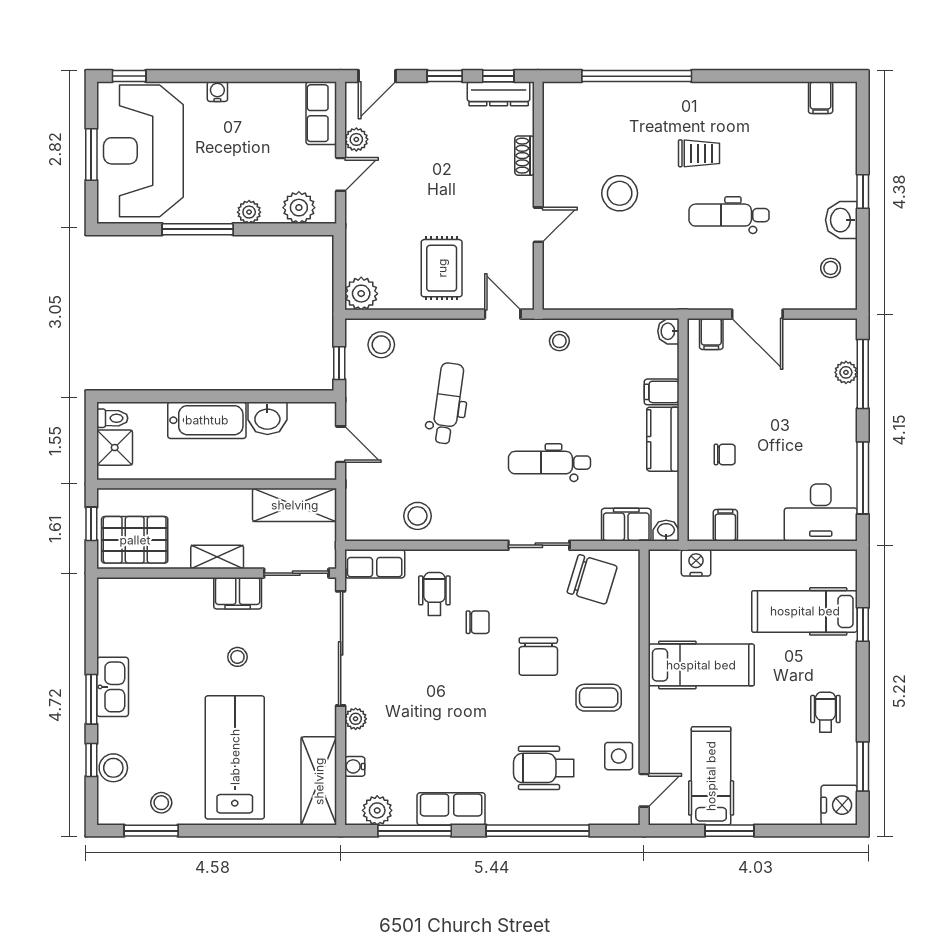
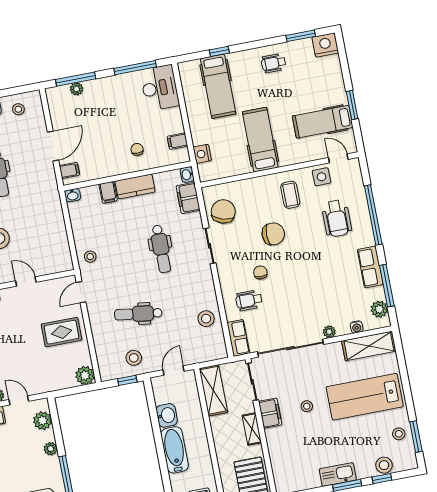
stool: (381, 345) -> (134, 358), moved

